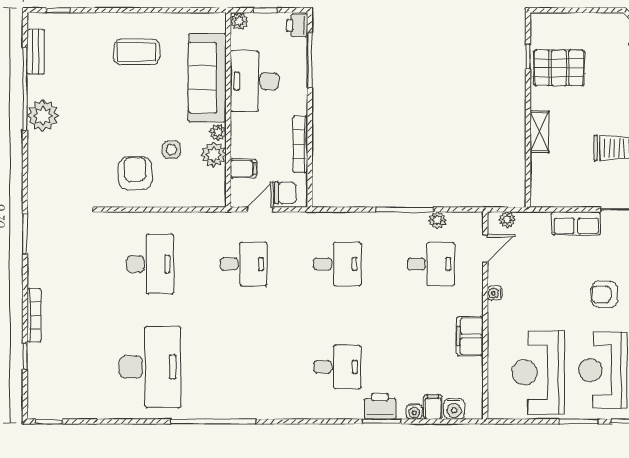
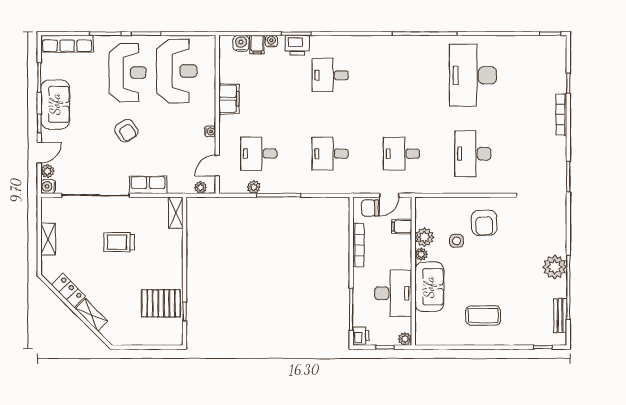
sofa: (207, 78) -> (429, 287), width x0.73
shelving: (539, 132) -> (176, 213), moved
armchair: (604, 294) -> (126, 131), turned 58

